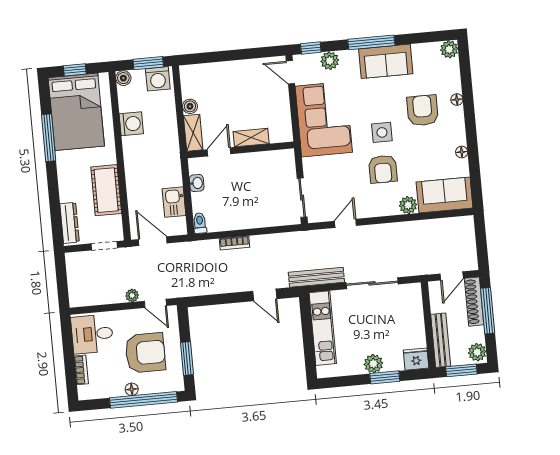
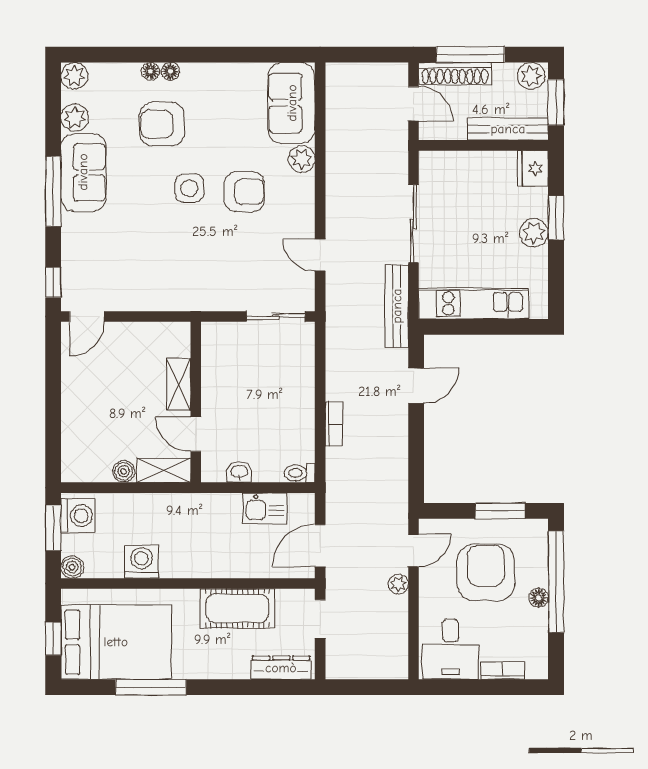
plant: (330, 61) -> (75, 118), moved
corner sofa: (324, 119) -> (161, 273), removed
floor lamp: (462, 152) -> (170, 71), moved

